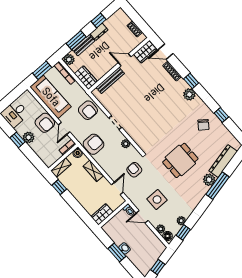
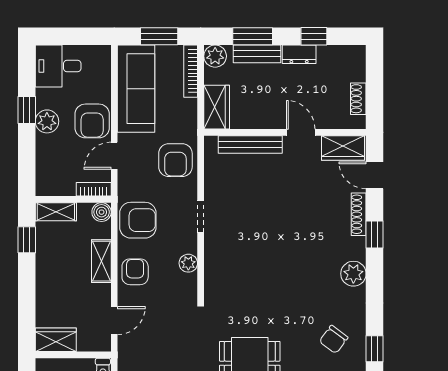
window: (191, 81) -> (375, 234), moved
armchair: (134, 170) -> (135, 272), moved

